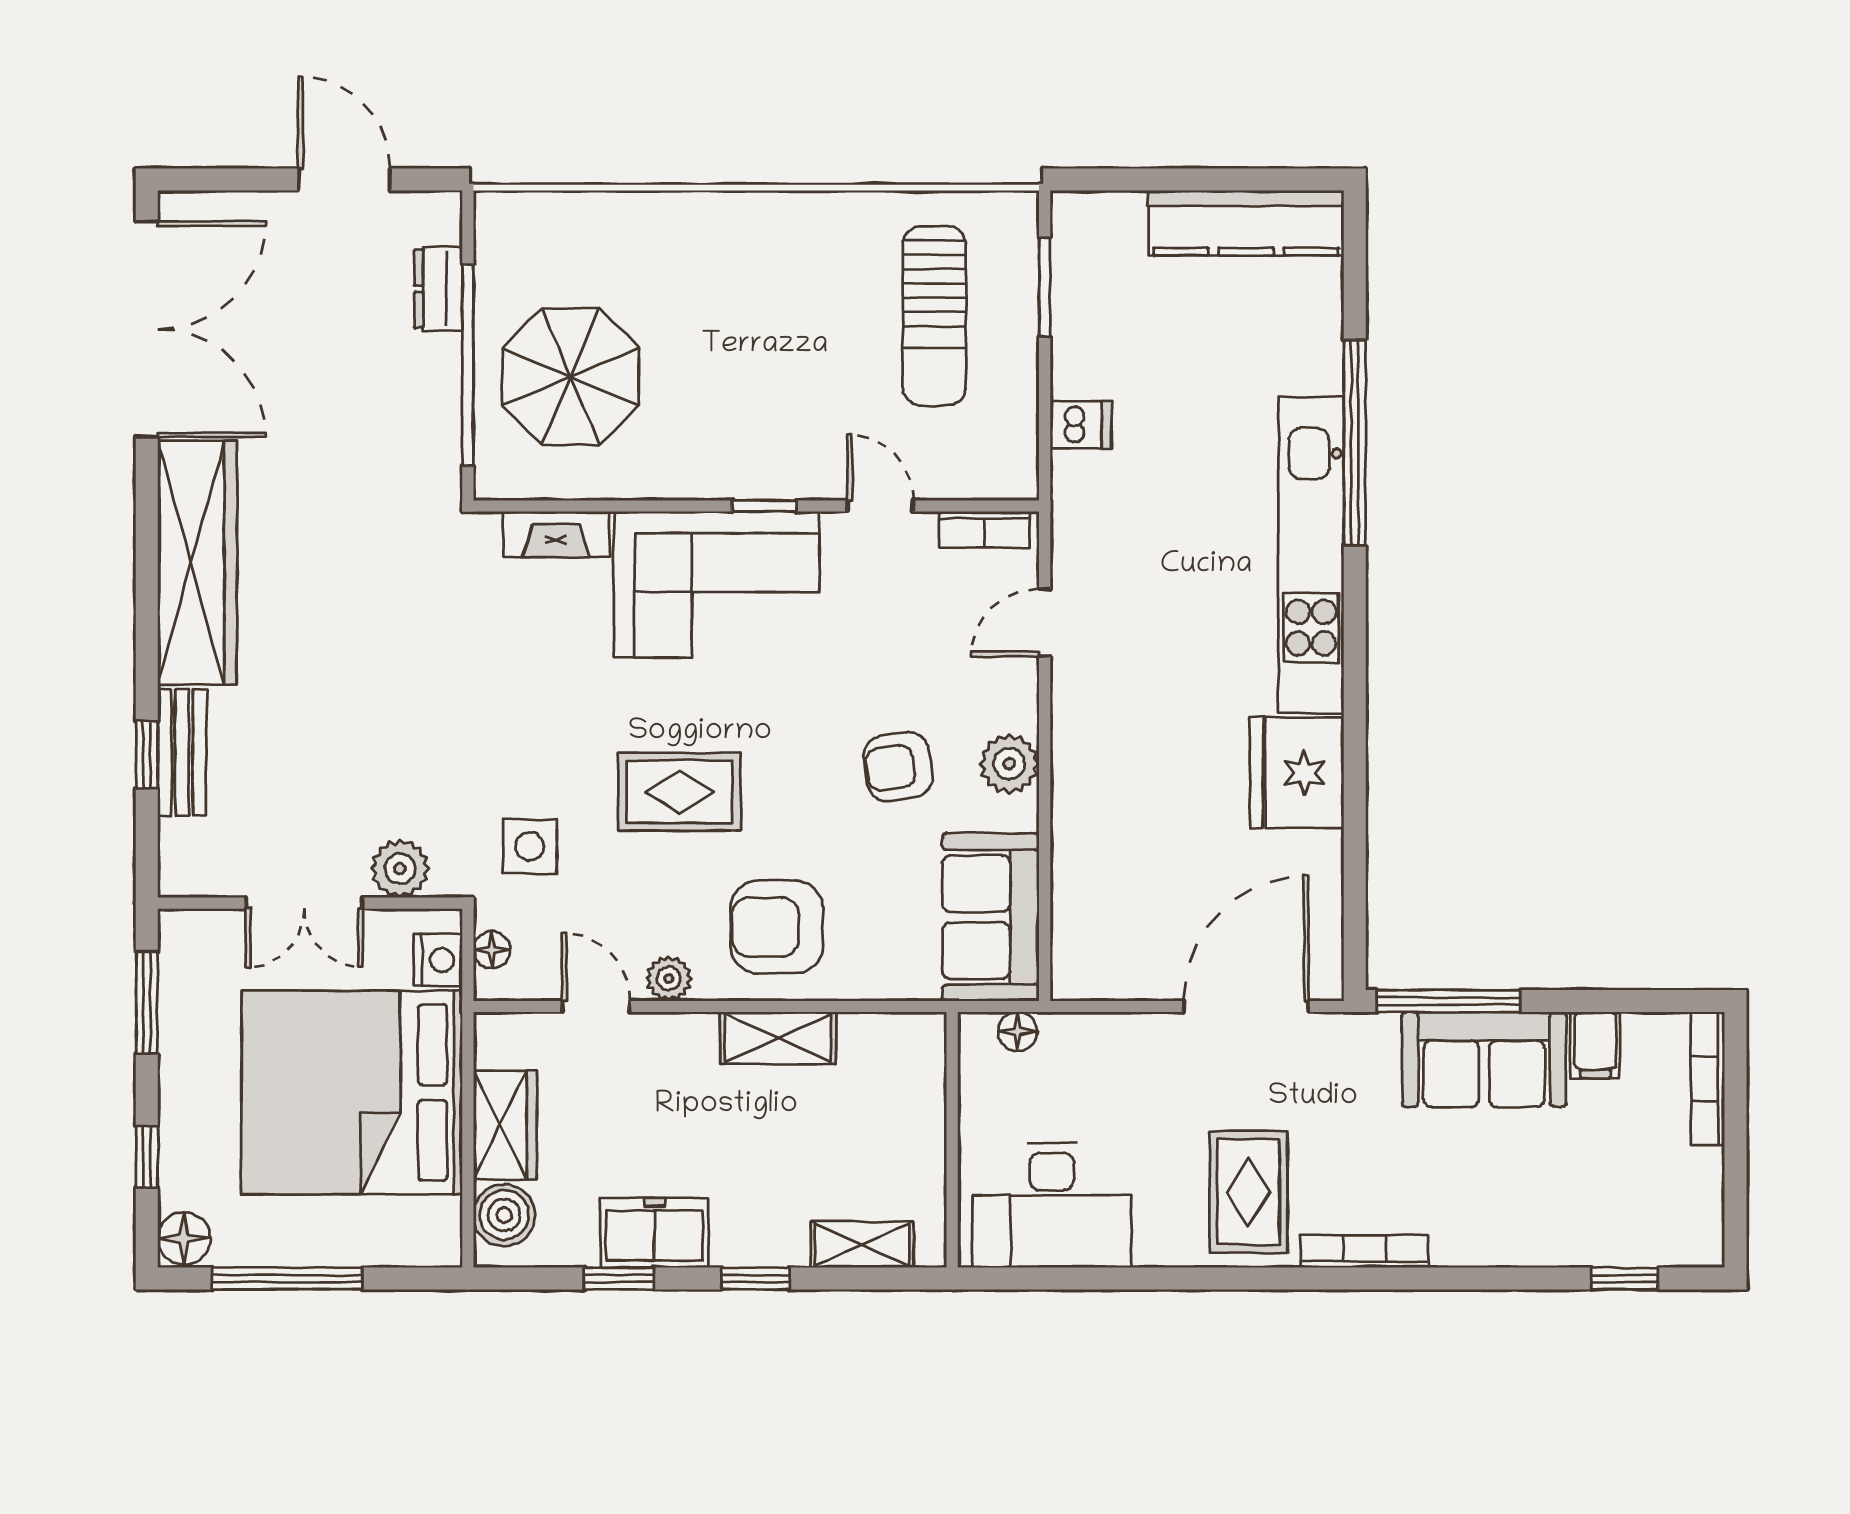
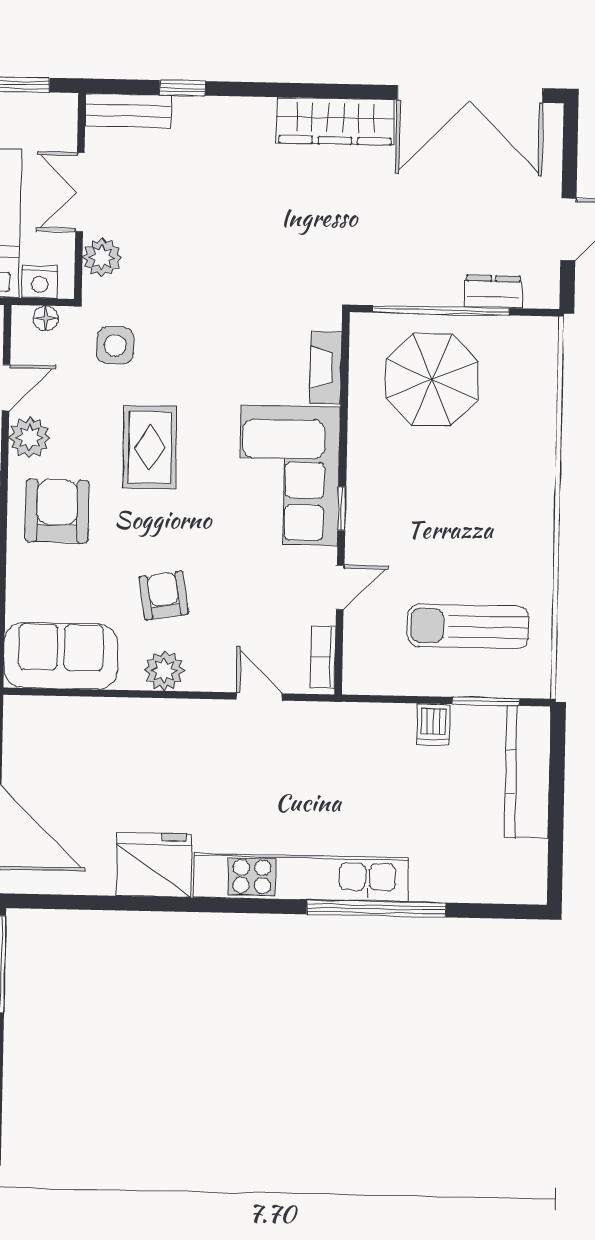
kitchen counter: (1246, 223) -> (528, 772), moved
dishwasher: (1081, 425) -> (433, 725), moved
wardrobe: (197, 563) -> (335, 121), width x0.71, depth x0.85
bench: (182, 753) -> (128, 111), moved
plant: (669, 979) -> (29, 438), width x1.38, depth x1.38

